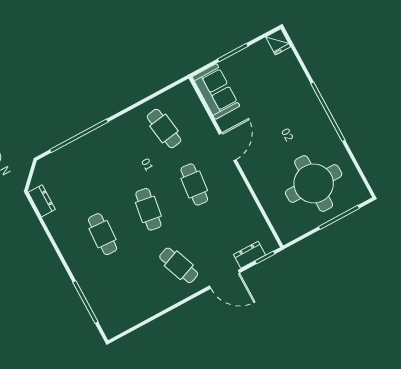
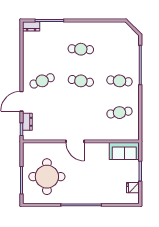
fridge: (278, 42) -> (133, 188), moved
door: (228, 147) -> (75, 141), moved
cafe table: (194, 184) -> (119, 81), moved
dresser: (42, 201) -> (31, 26), moved

